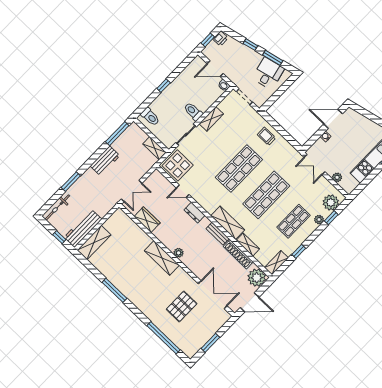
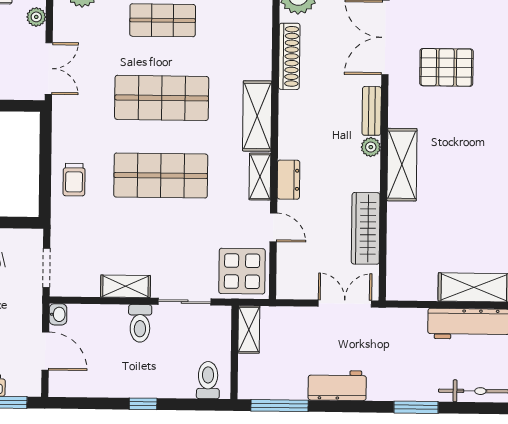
wardrobe: (147, 220) -> (366, 228), width x1.50
bench: (218, 234) -> (372, 111), moved
shelving: (248, 245) -> (260, 177), moved

